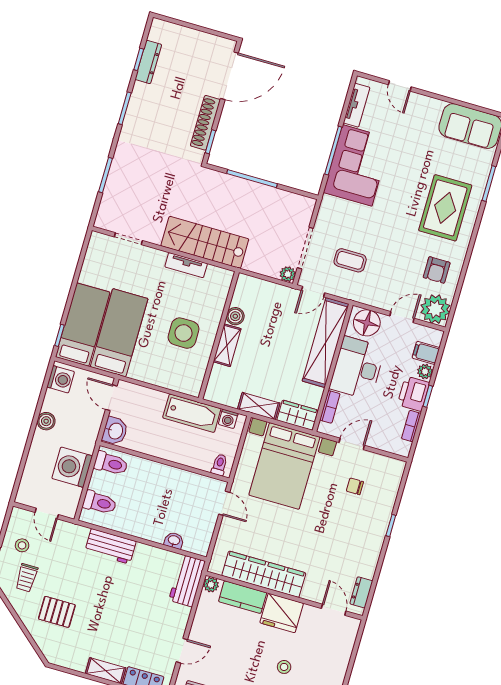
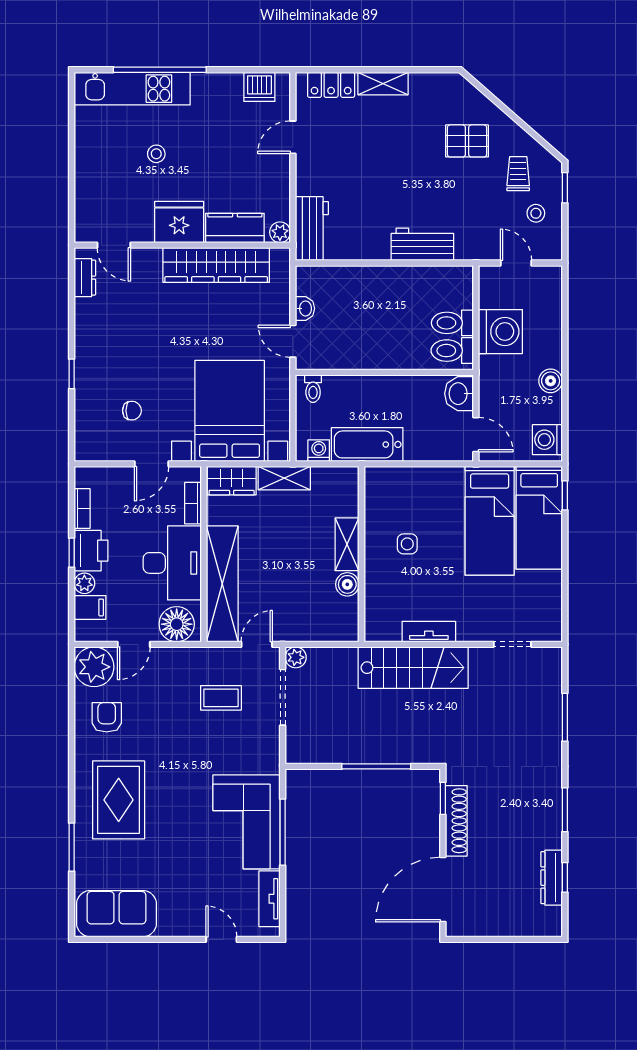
side table: (184, 333) -> (407, 544), width x0.54, depth x0.54
toilet: (100, 503) -> (452, 323), moved
washbasin: (174, 541) -> (305, 308), moved, turned -90

